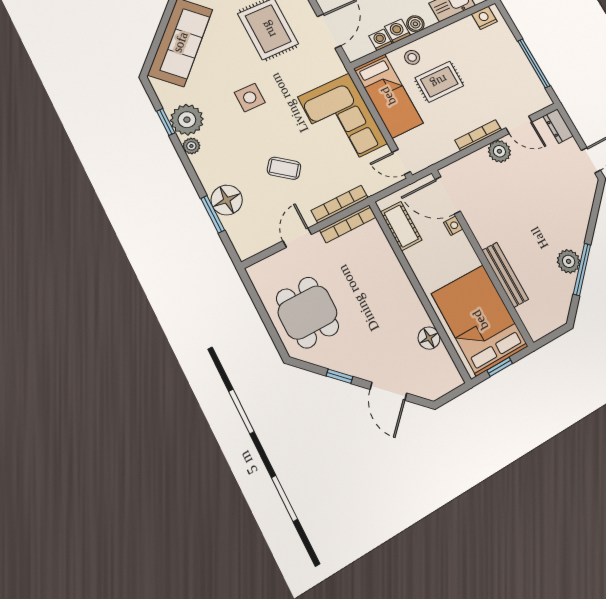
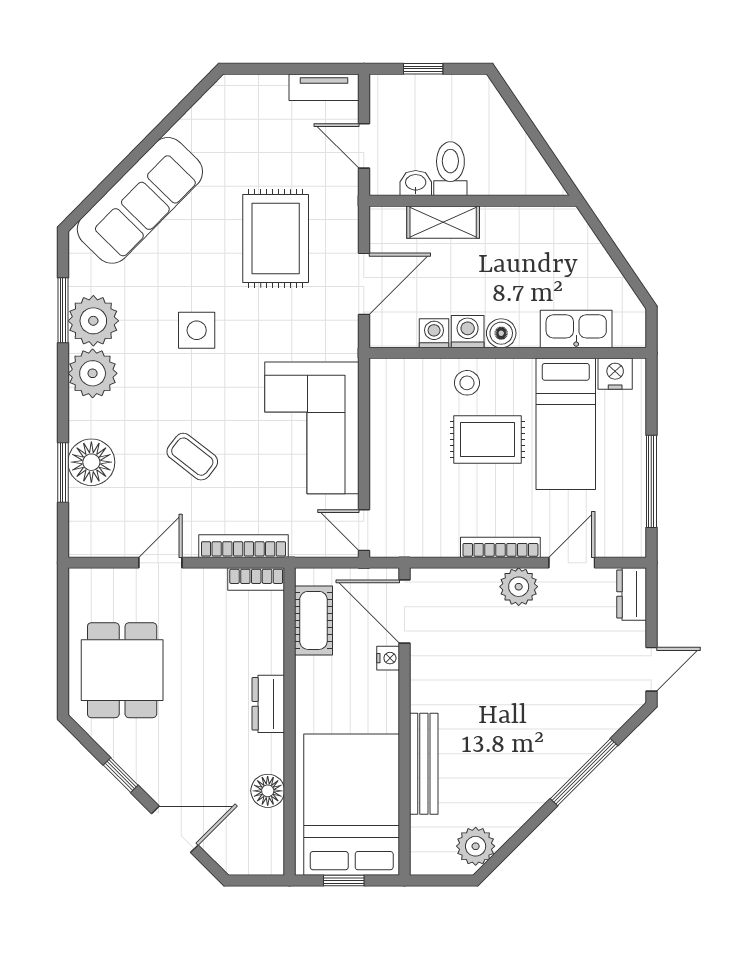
bed: (388, 96) -> (566, 424), moved
window: (166, 122) -> (63, 310), width x1.50
door: (519, 125) -> (572, 563), swing flipped
plant: (191, 146) -> (93, 373), width x1.87, depth x1.87
bookcase: (348, 224) -> (256, 579), width x0.64
plant: (569, 261) -> (476, 846), moved
window: (582, 269) -> (584, 772), moved
dresser: (402, 287) -> (268, 704), added
door: (388, 391) -> (175, 829), swing flipped

